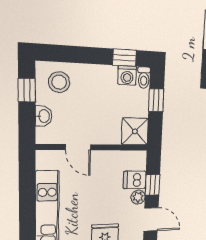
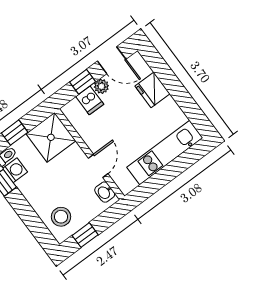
washbasin: (44, 116) -> (105, 192), moved, turned -90
shower: (135, 131) -> (51, 137), width x1.36, depth x1.36
door: (151, 219) -> (112, 60), swing flipped

